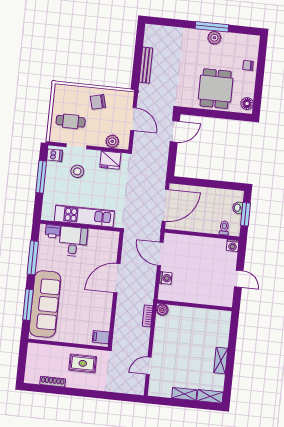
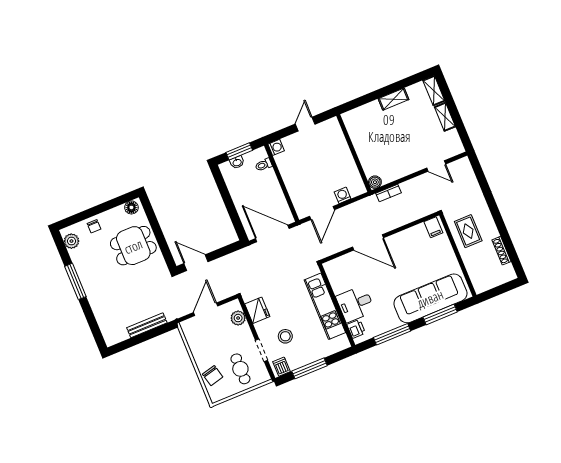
plant: (214, 38) -> (71, 241), moved
chair: (98, 102) -> (213, 376), moved

